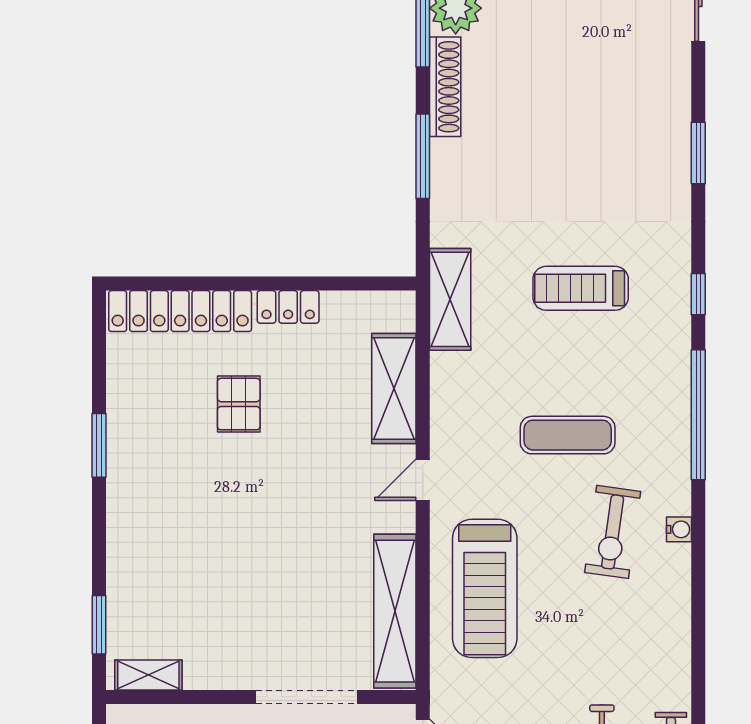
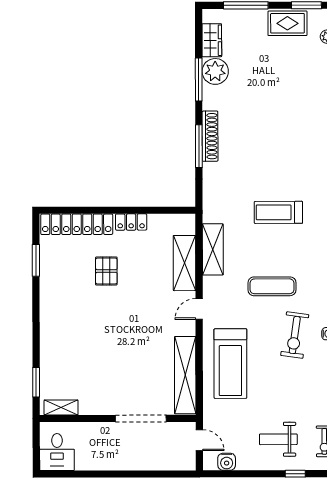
shoe rack: (445, 87) -> (210, 136), moved
shelving: (450, 299) -> (213, 249), moved
window: (99, 445) -> (36, 260), moved

